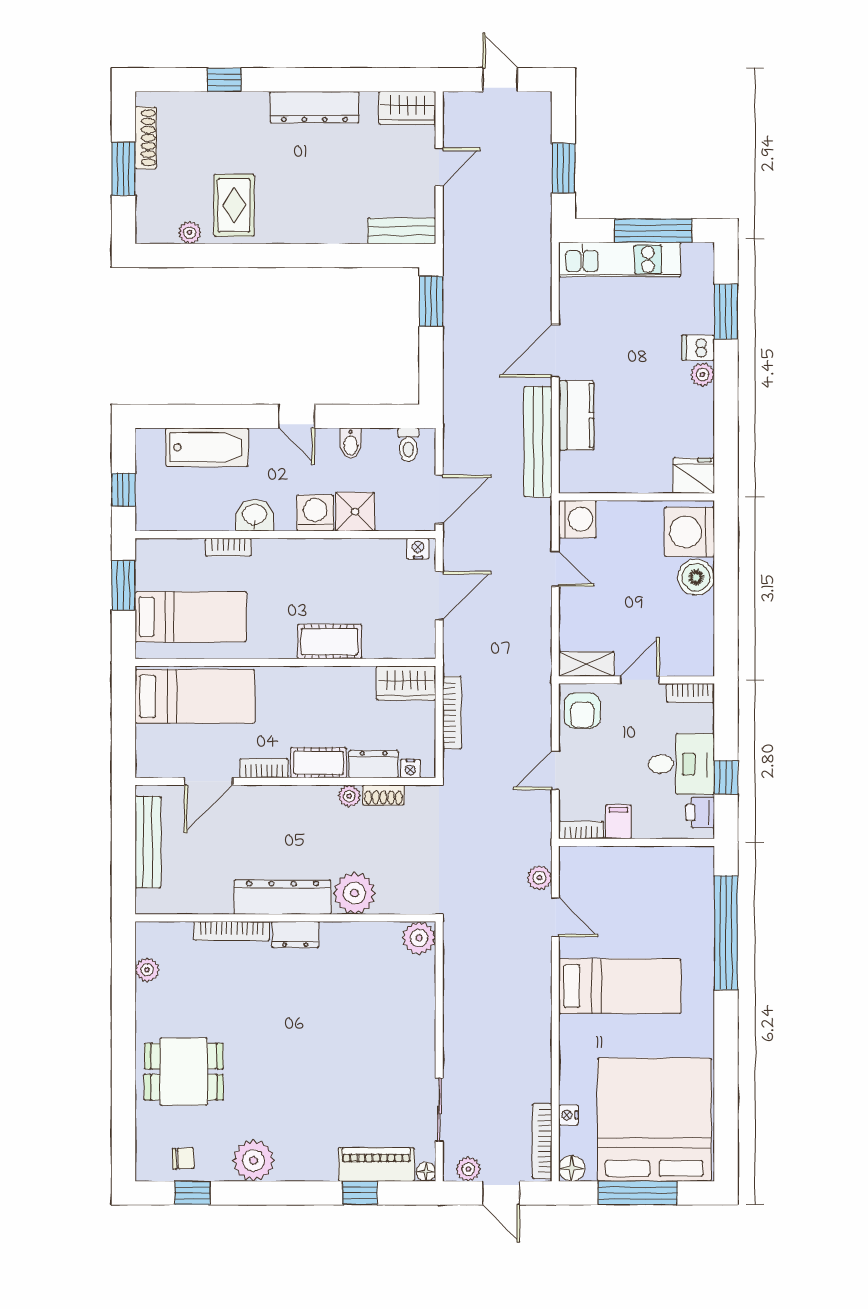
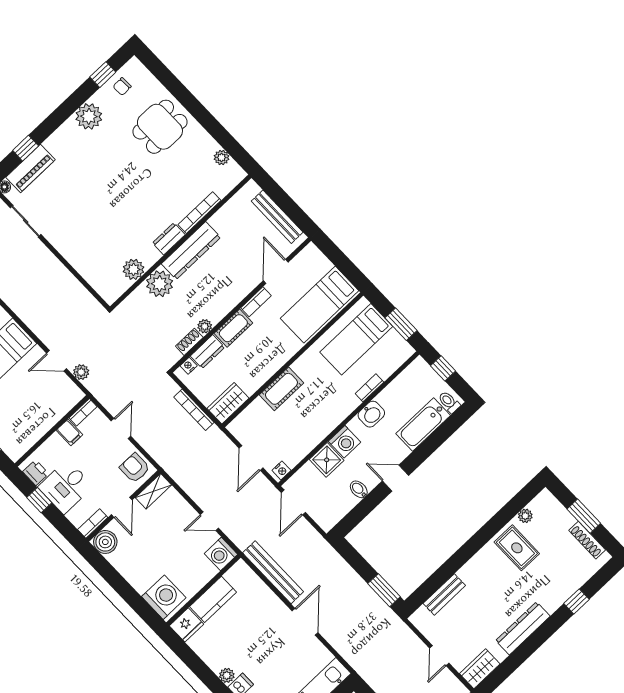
bench: (402, 231) -> (444, 594), moved
kitchen counter: (576, 415) -> (213, 599), moved, turned -90
toilet: (408, 445) -> (449, 402), moved
boiler: (696, 577) -> (105, 542), moved
plant: (419, 938) -> (133, 269), moved

